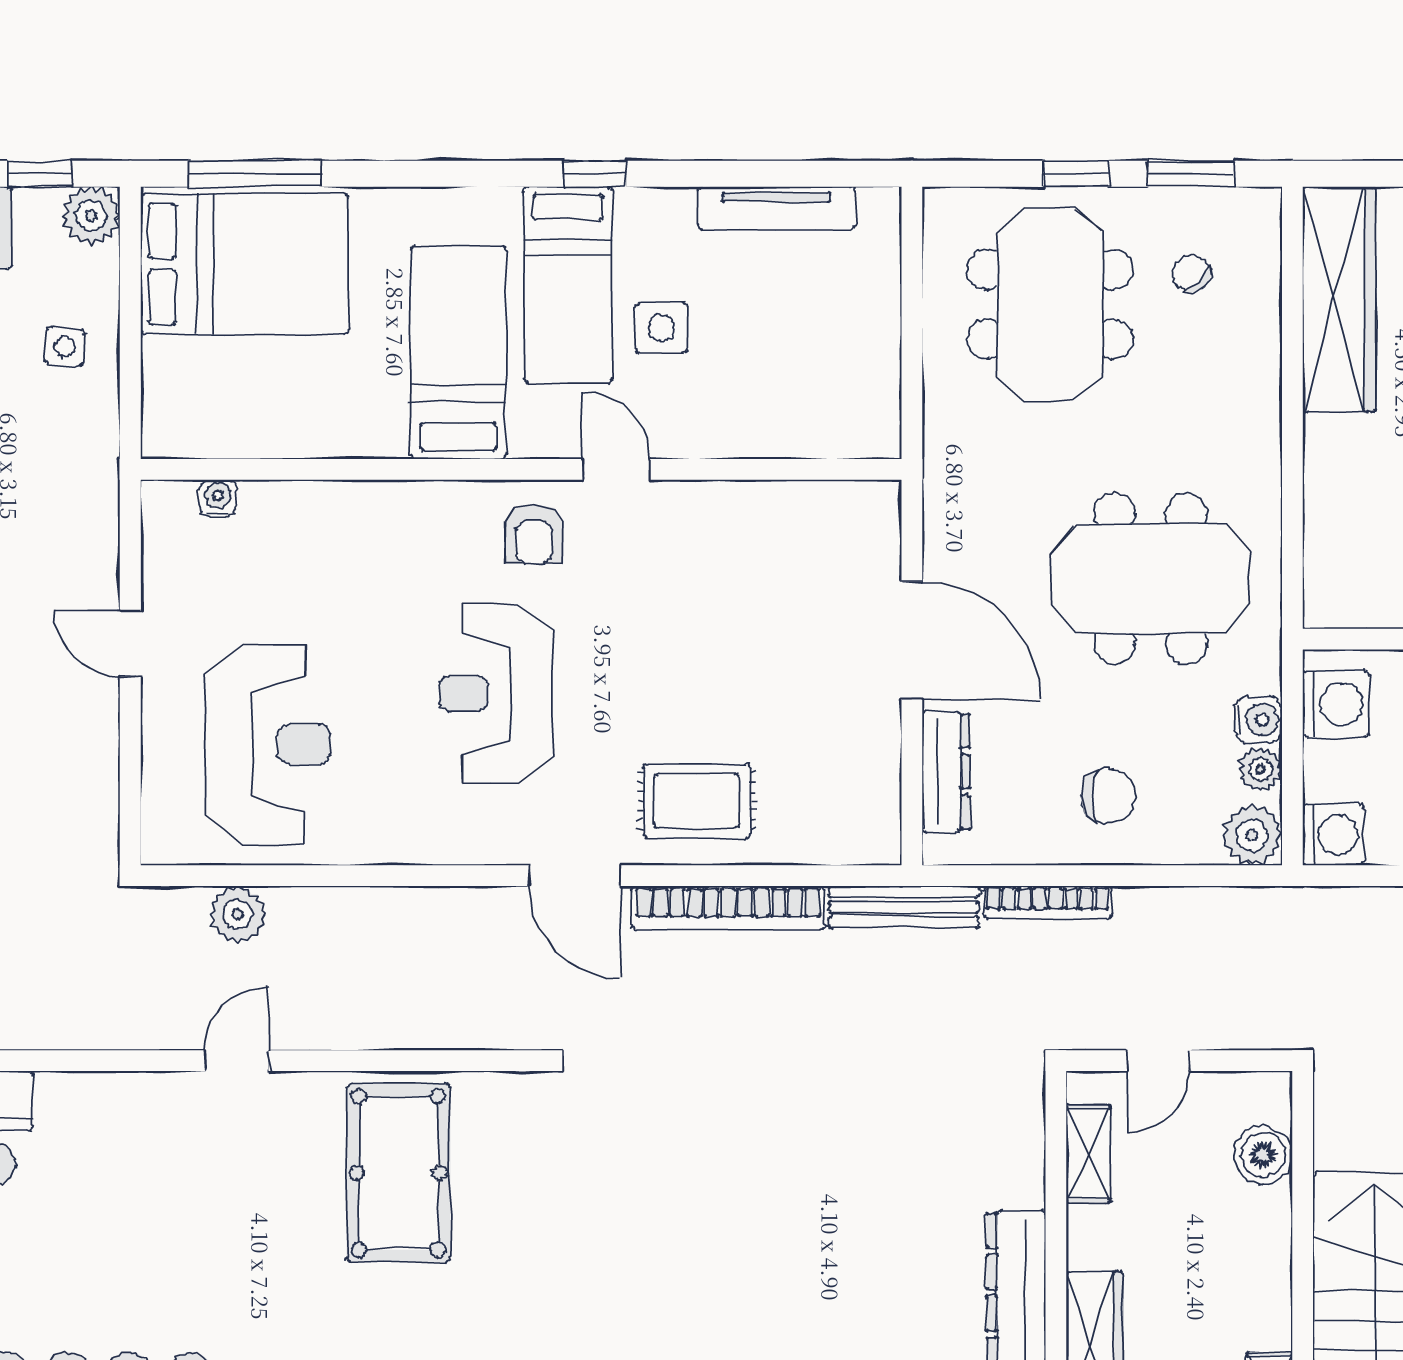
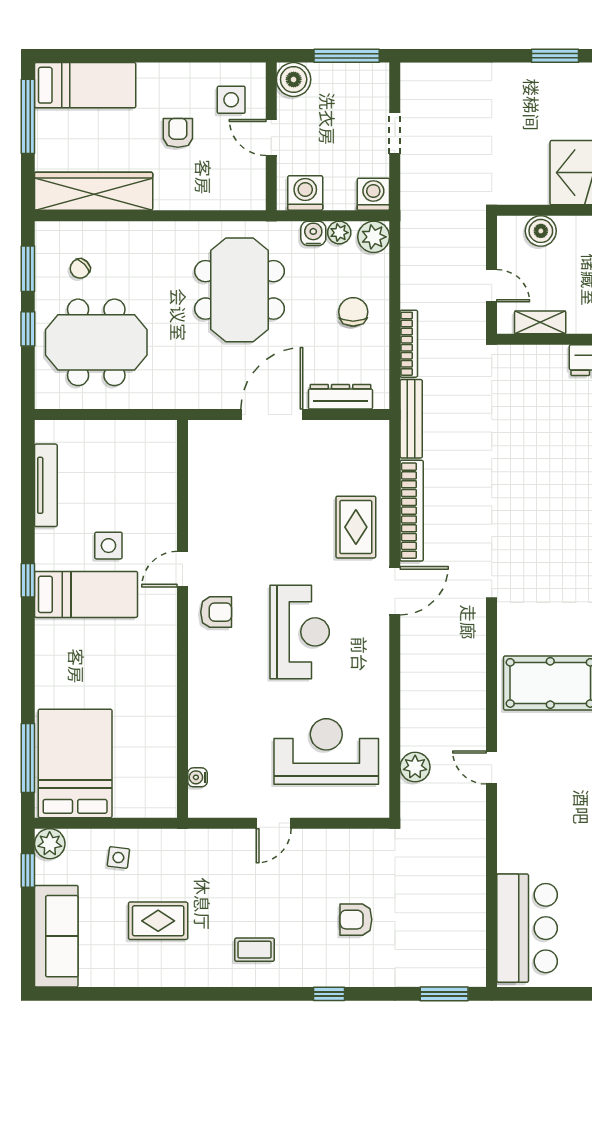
bed: (458, 352) -> (121, 652), removed
reception desk: (496, 694) -> (300, 632), turned -90

